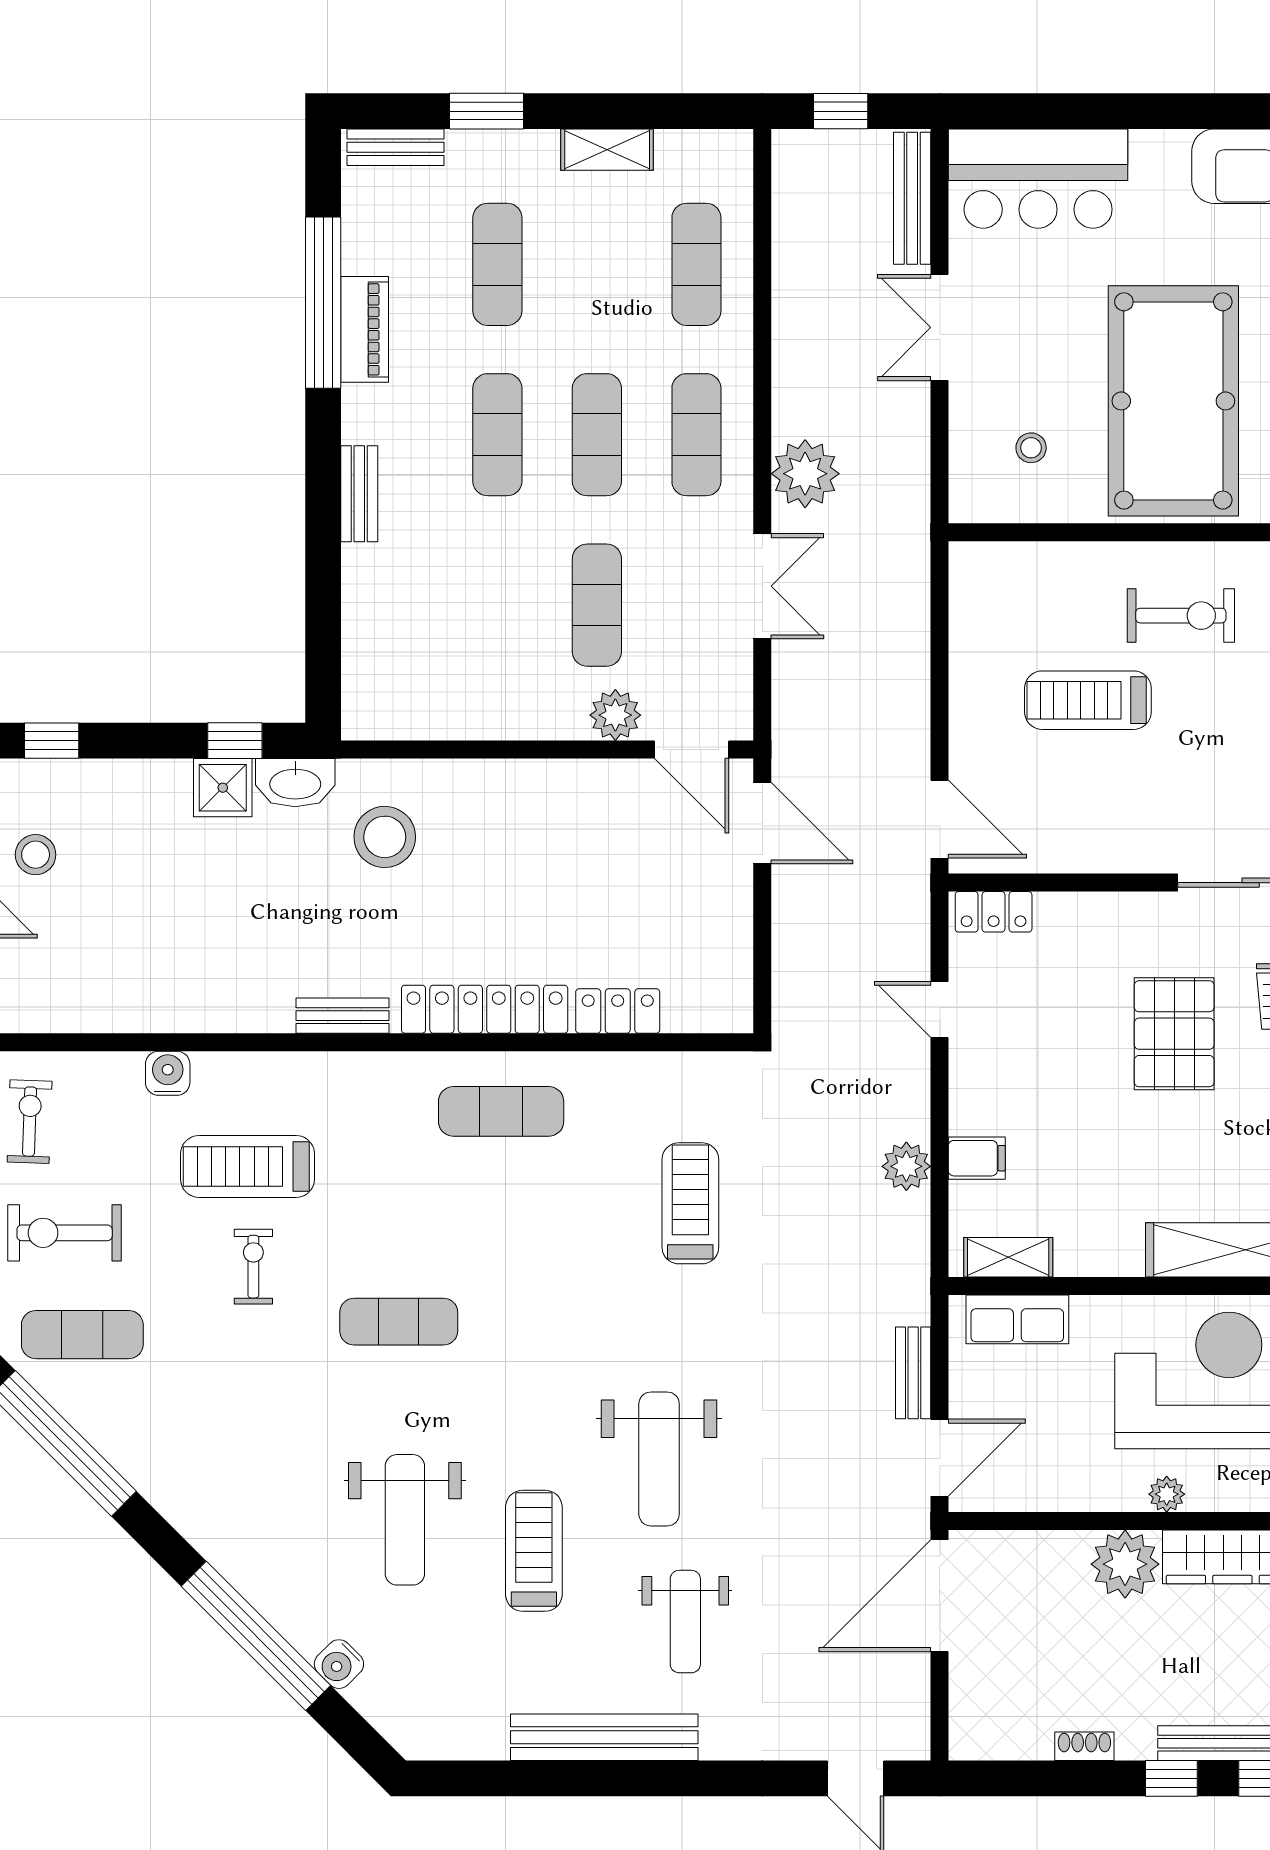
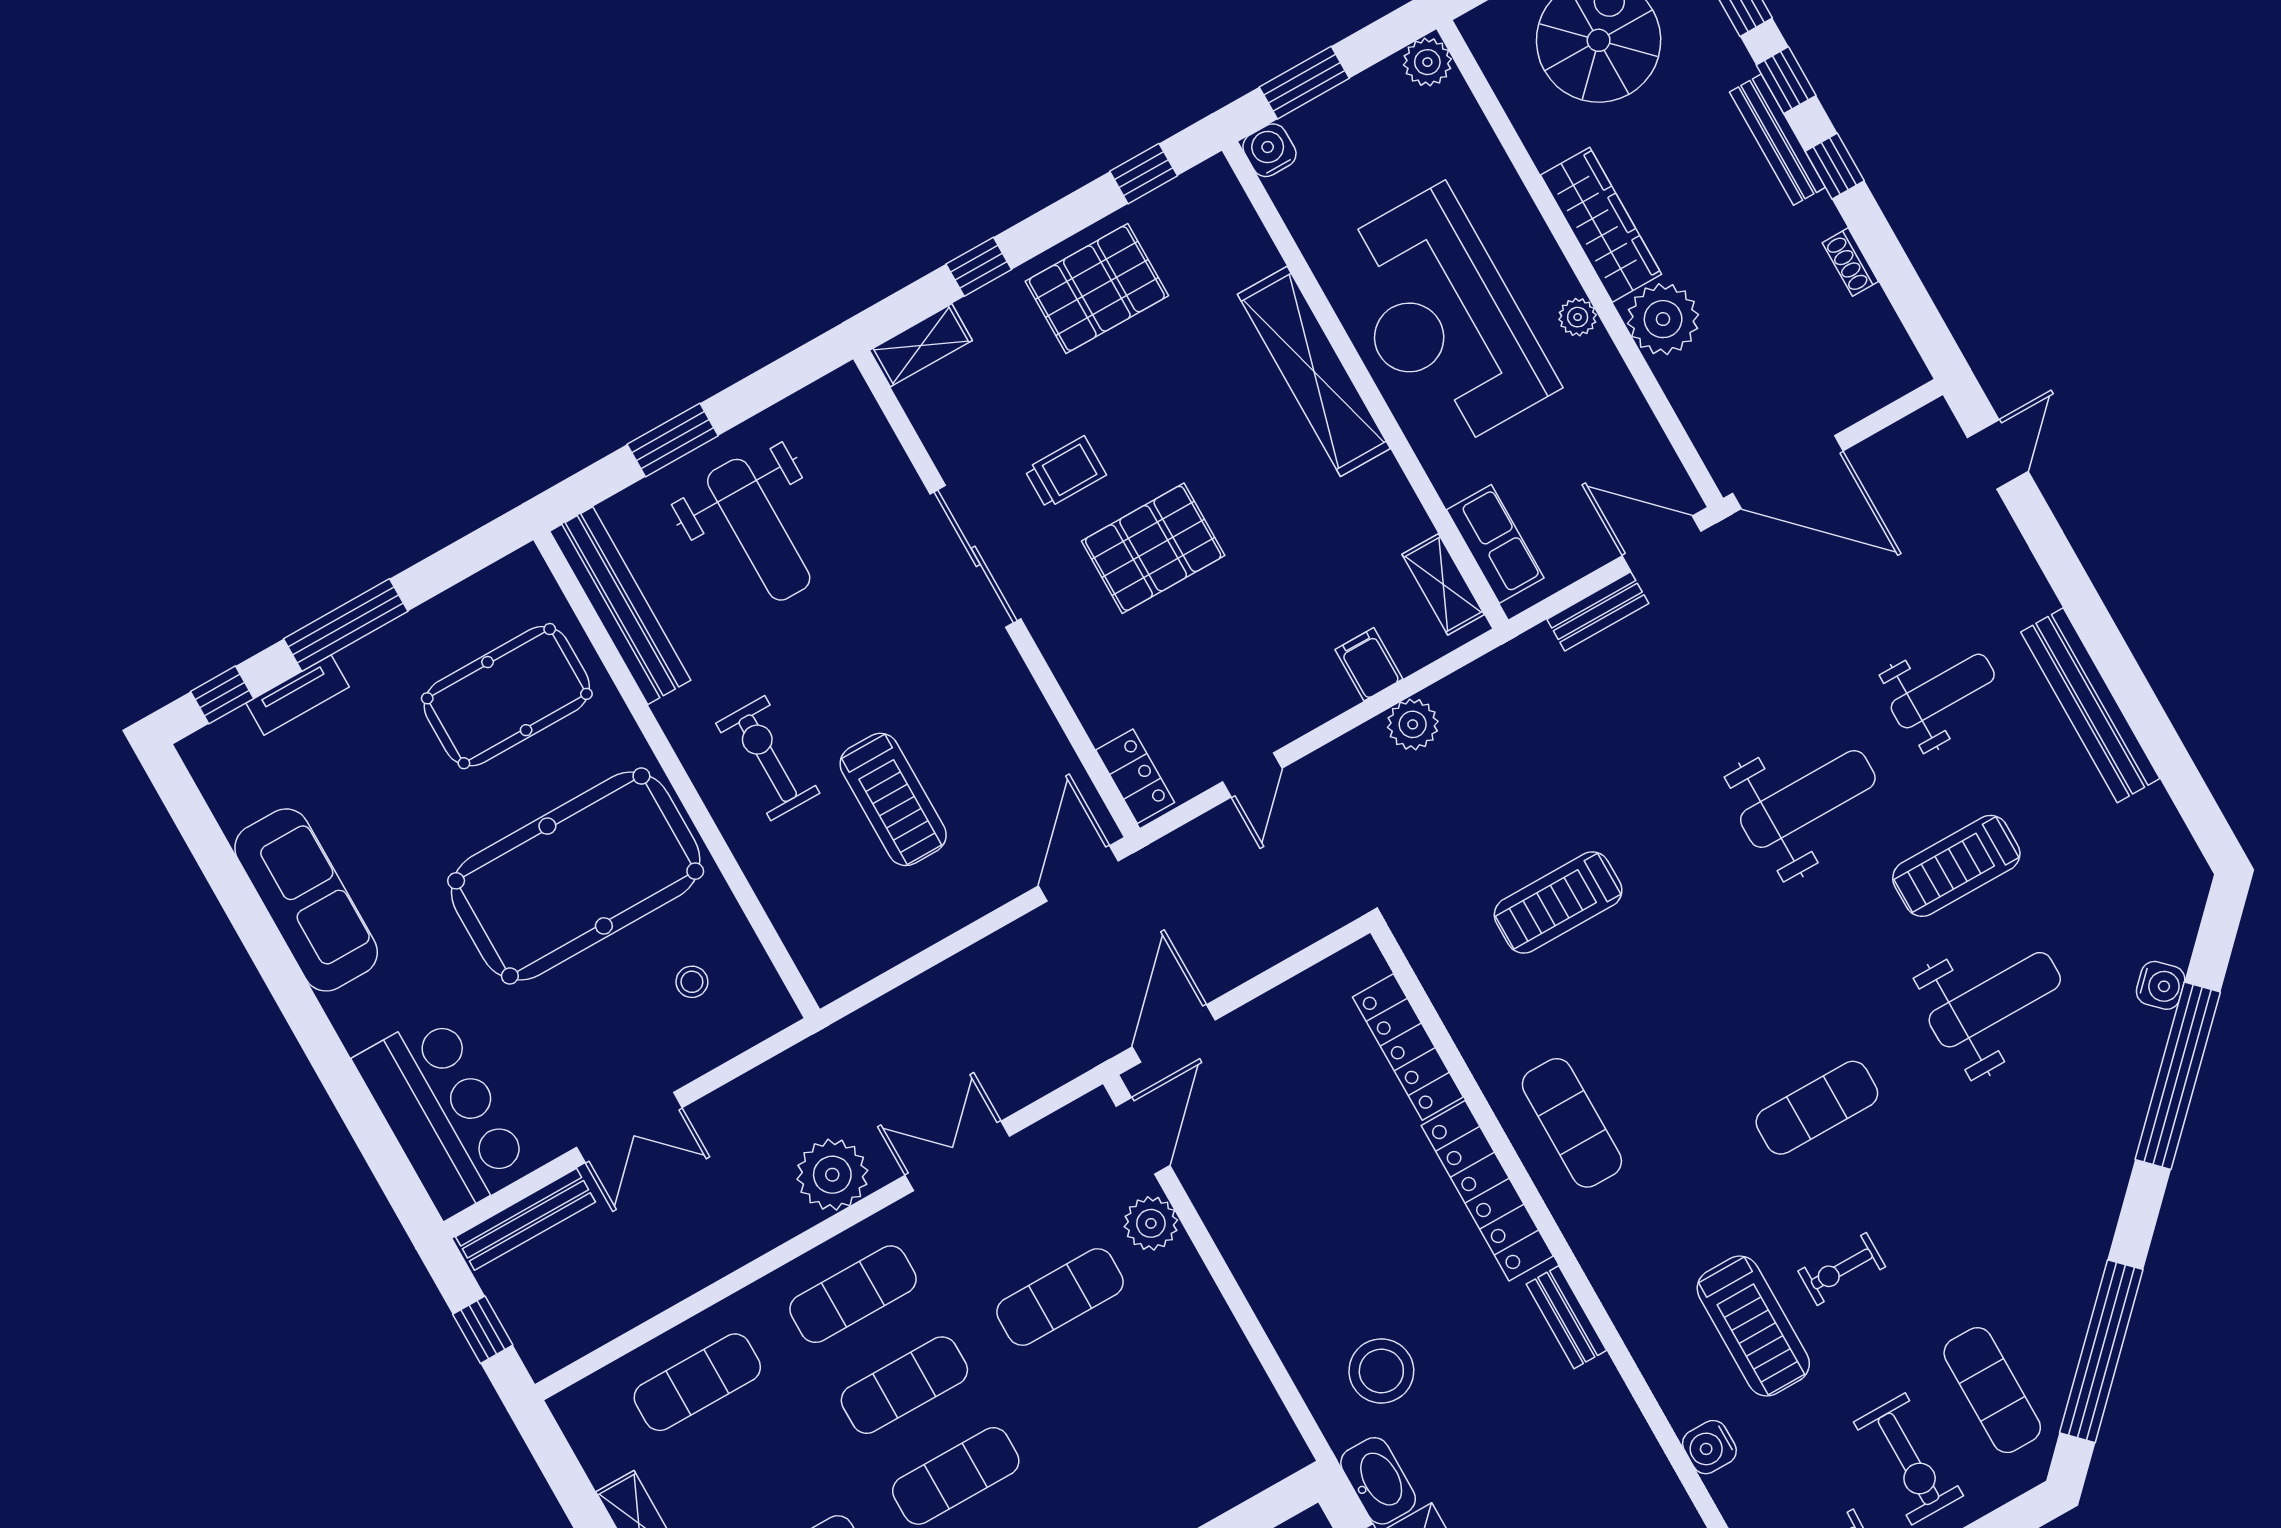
locker: (618, 1011) -> (1408, 1047), width x1.53
exercise mat: (399, 1322) -> (1817, 1108), turned 90

